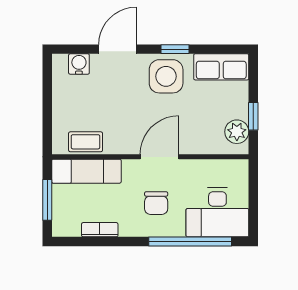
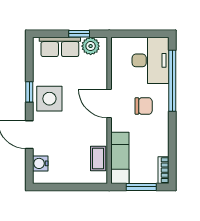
row of seats: (221, 67) -> (60, 47), moved, turned 90
bookcase: (100, 230) -> (163, 170), moved

